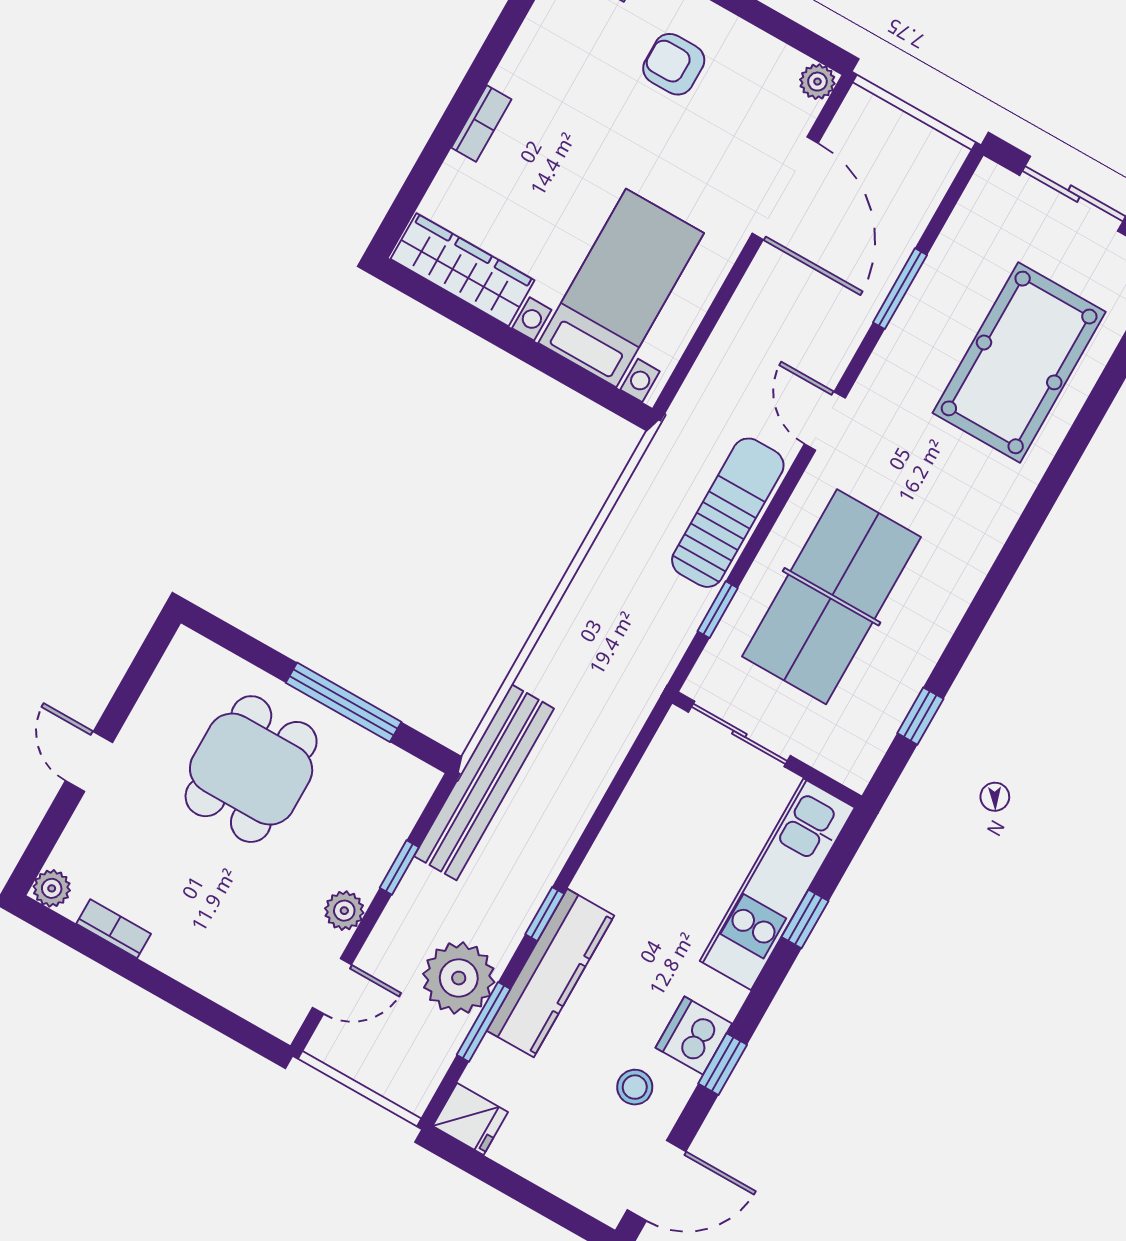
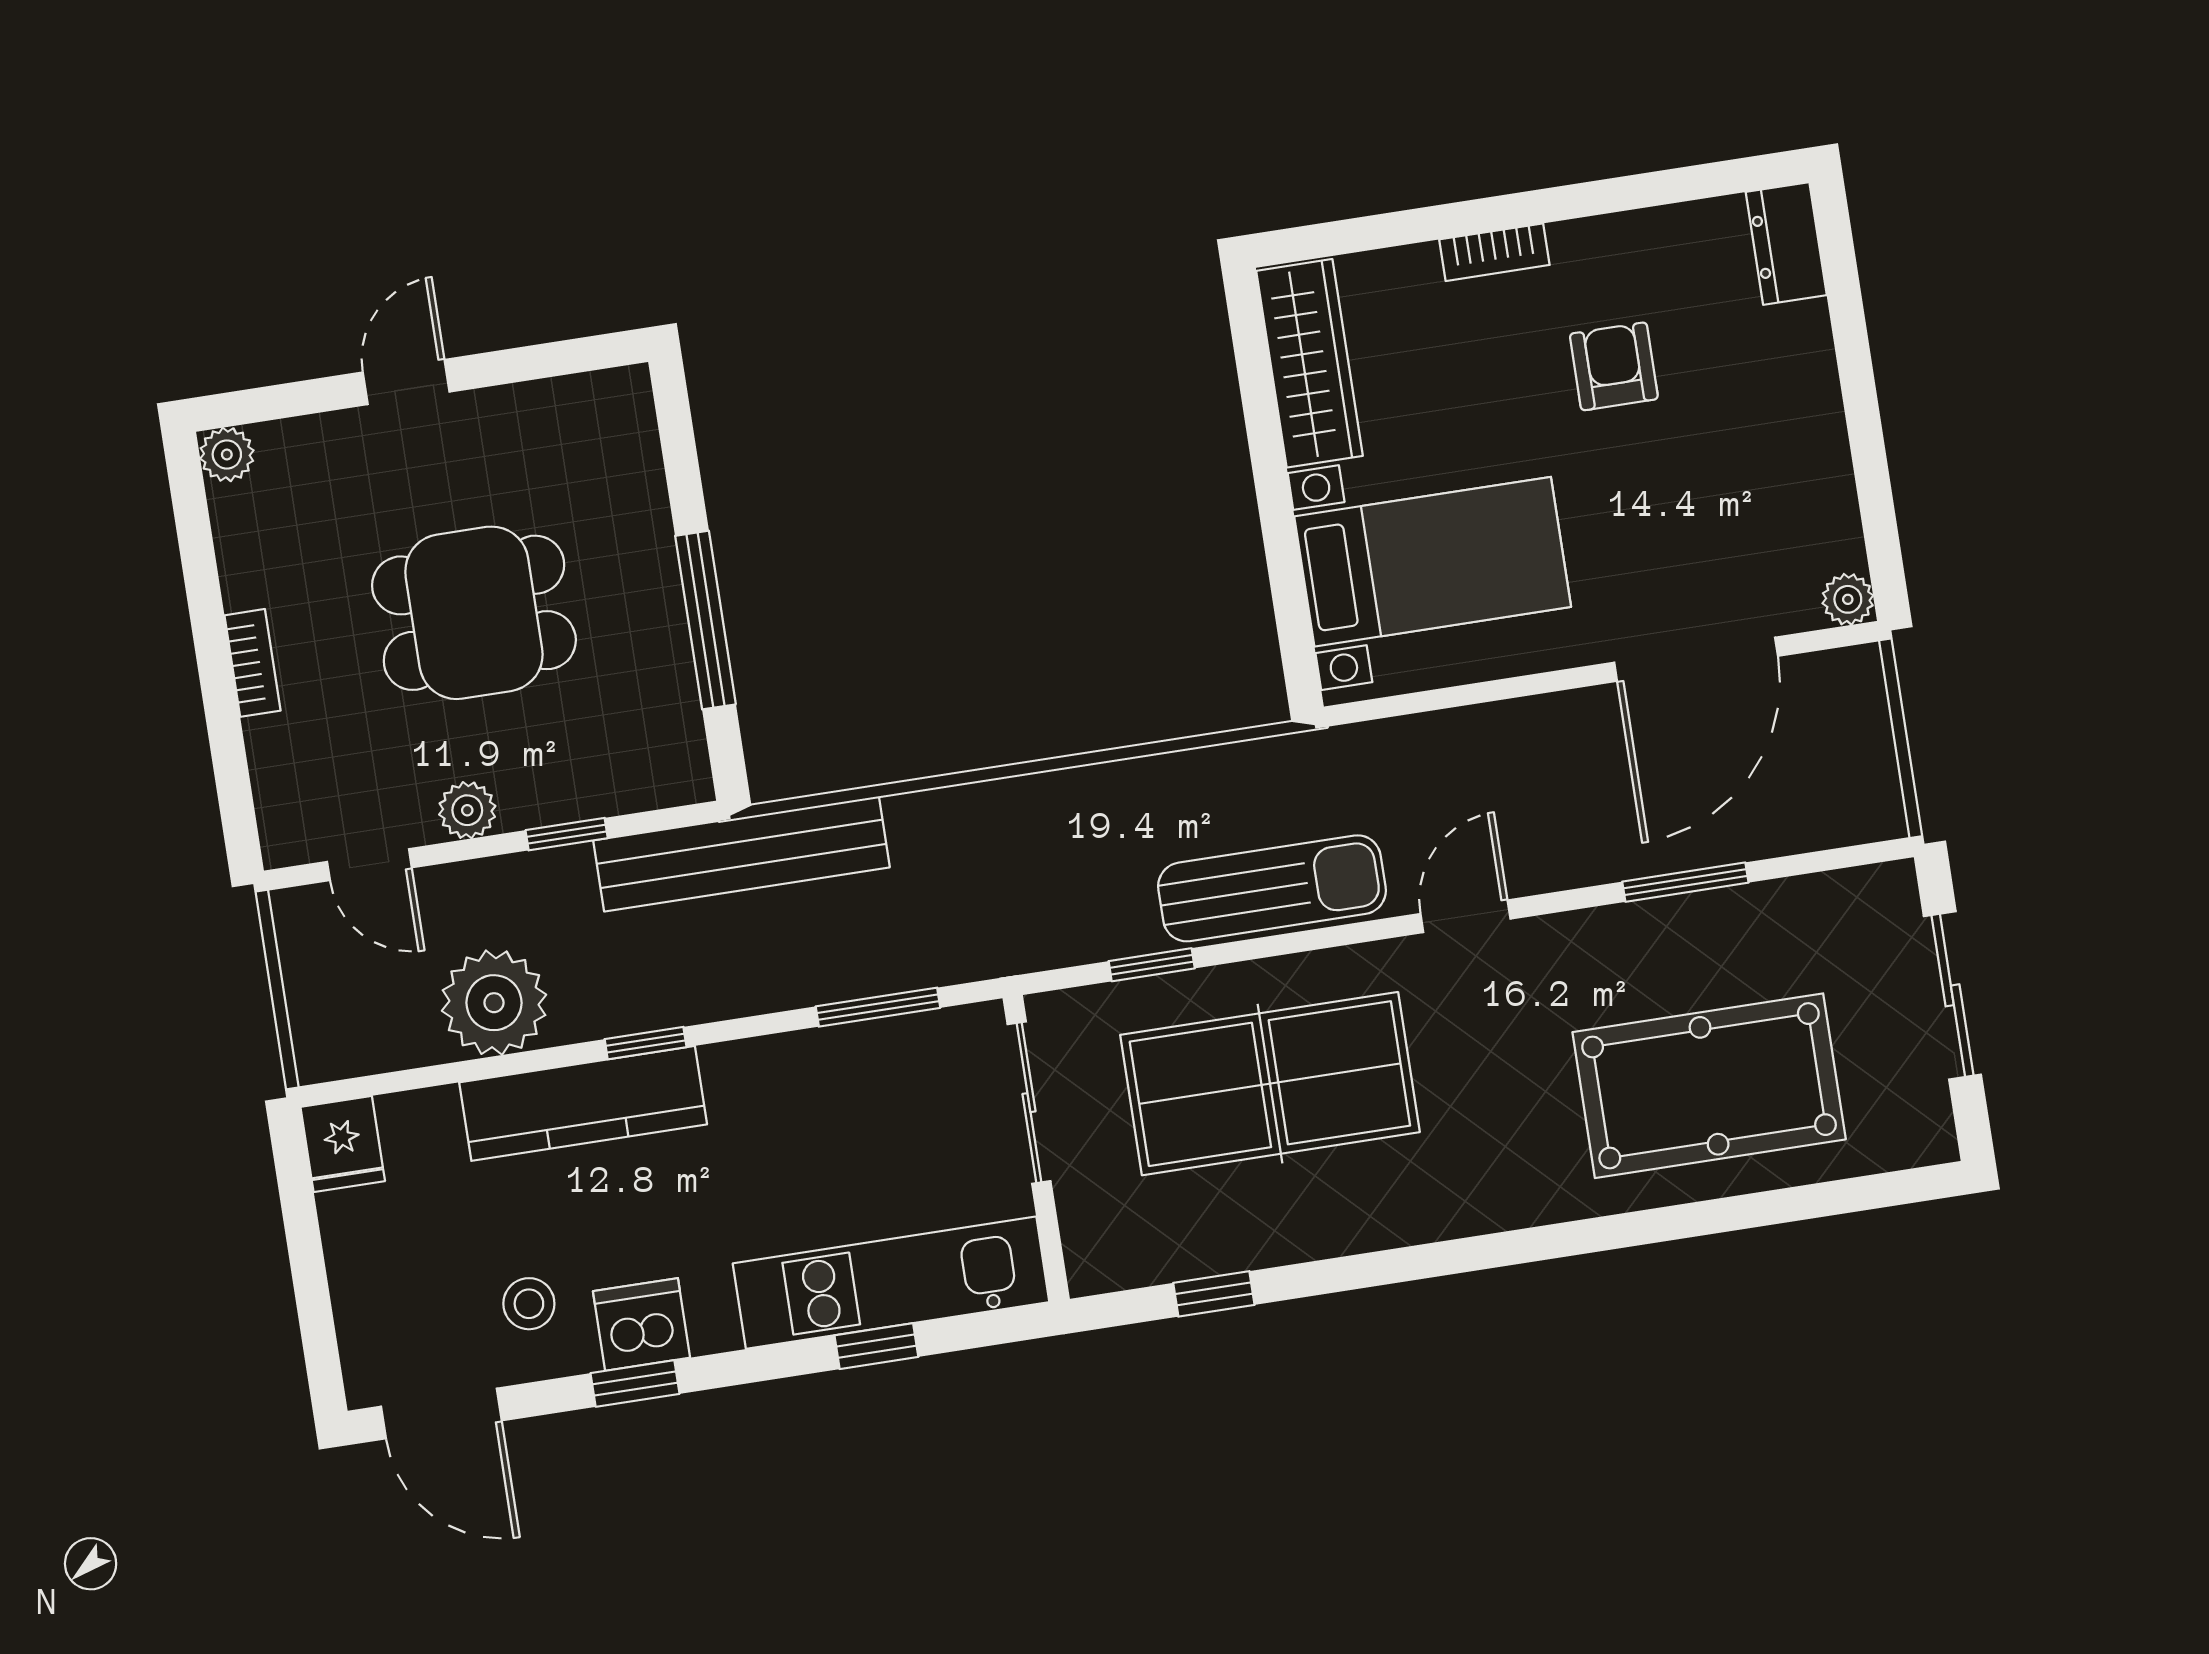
armchair: (674, 64) -> (1614, 366), moved
dining table: (251, 769) -> (474, 613), moved
bookcase: (114, 929) -> (252, 663), moved
window: (483, 1022) -> (878, 1007), moved

